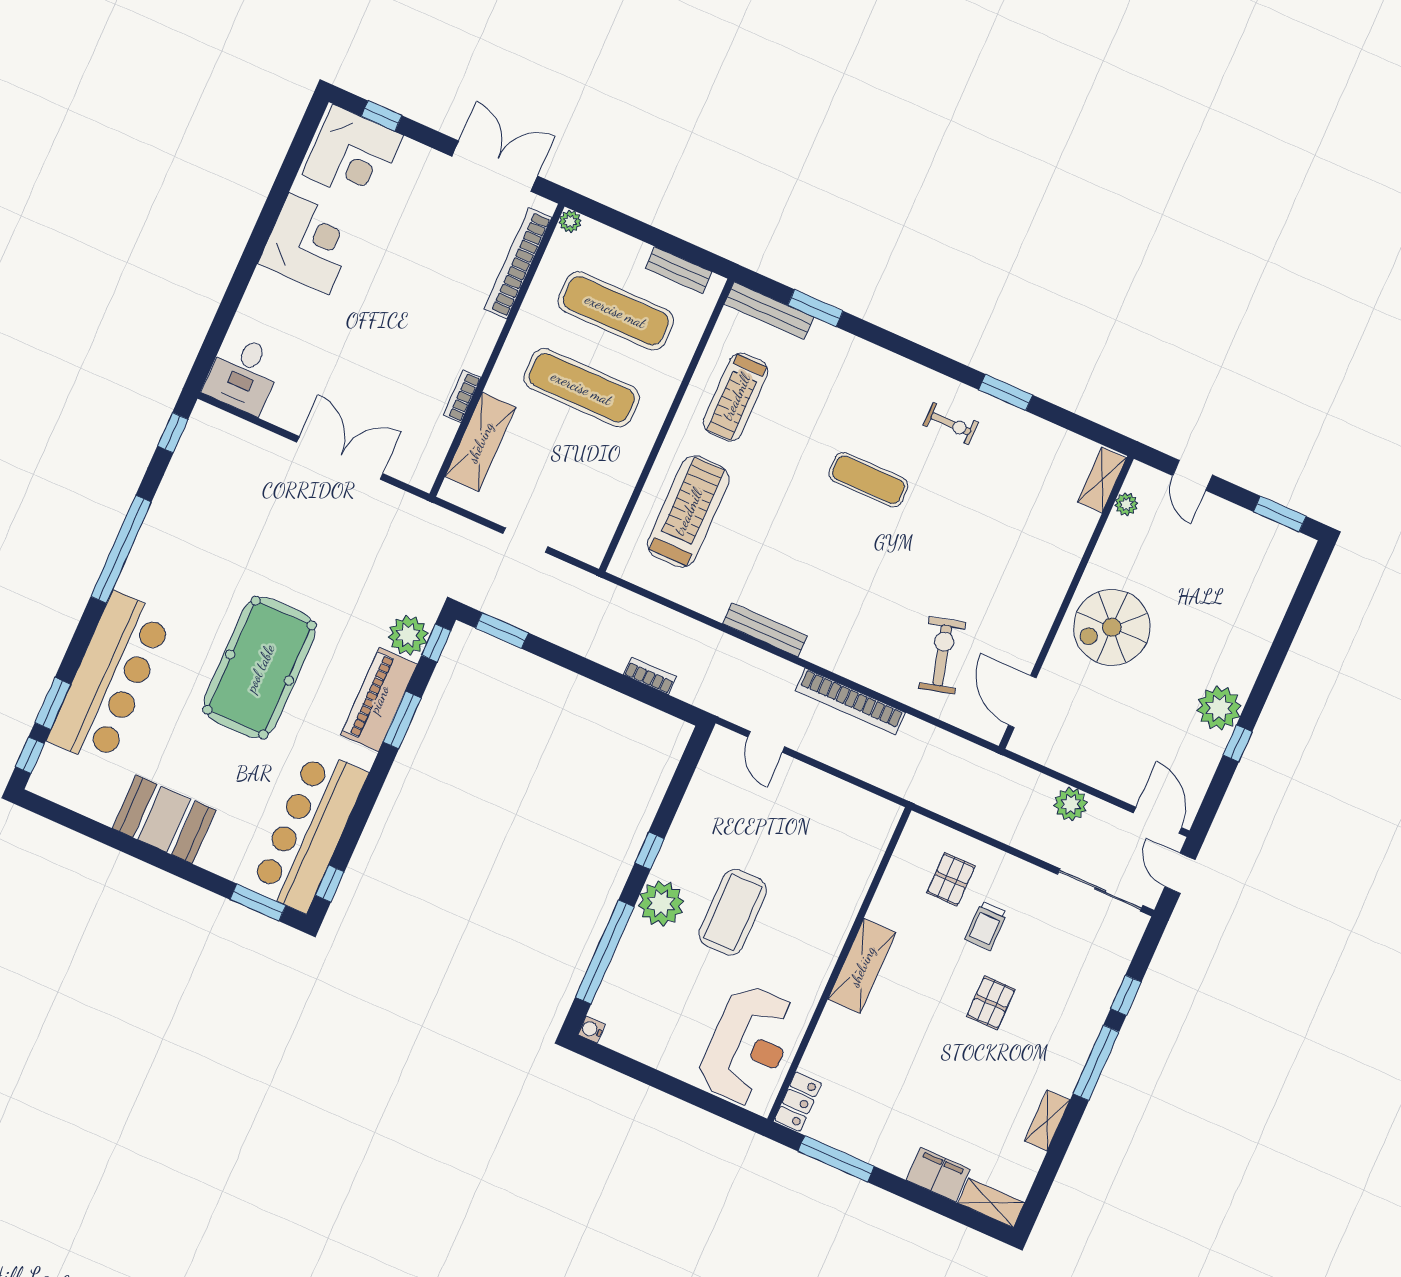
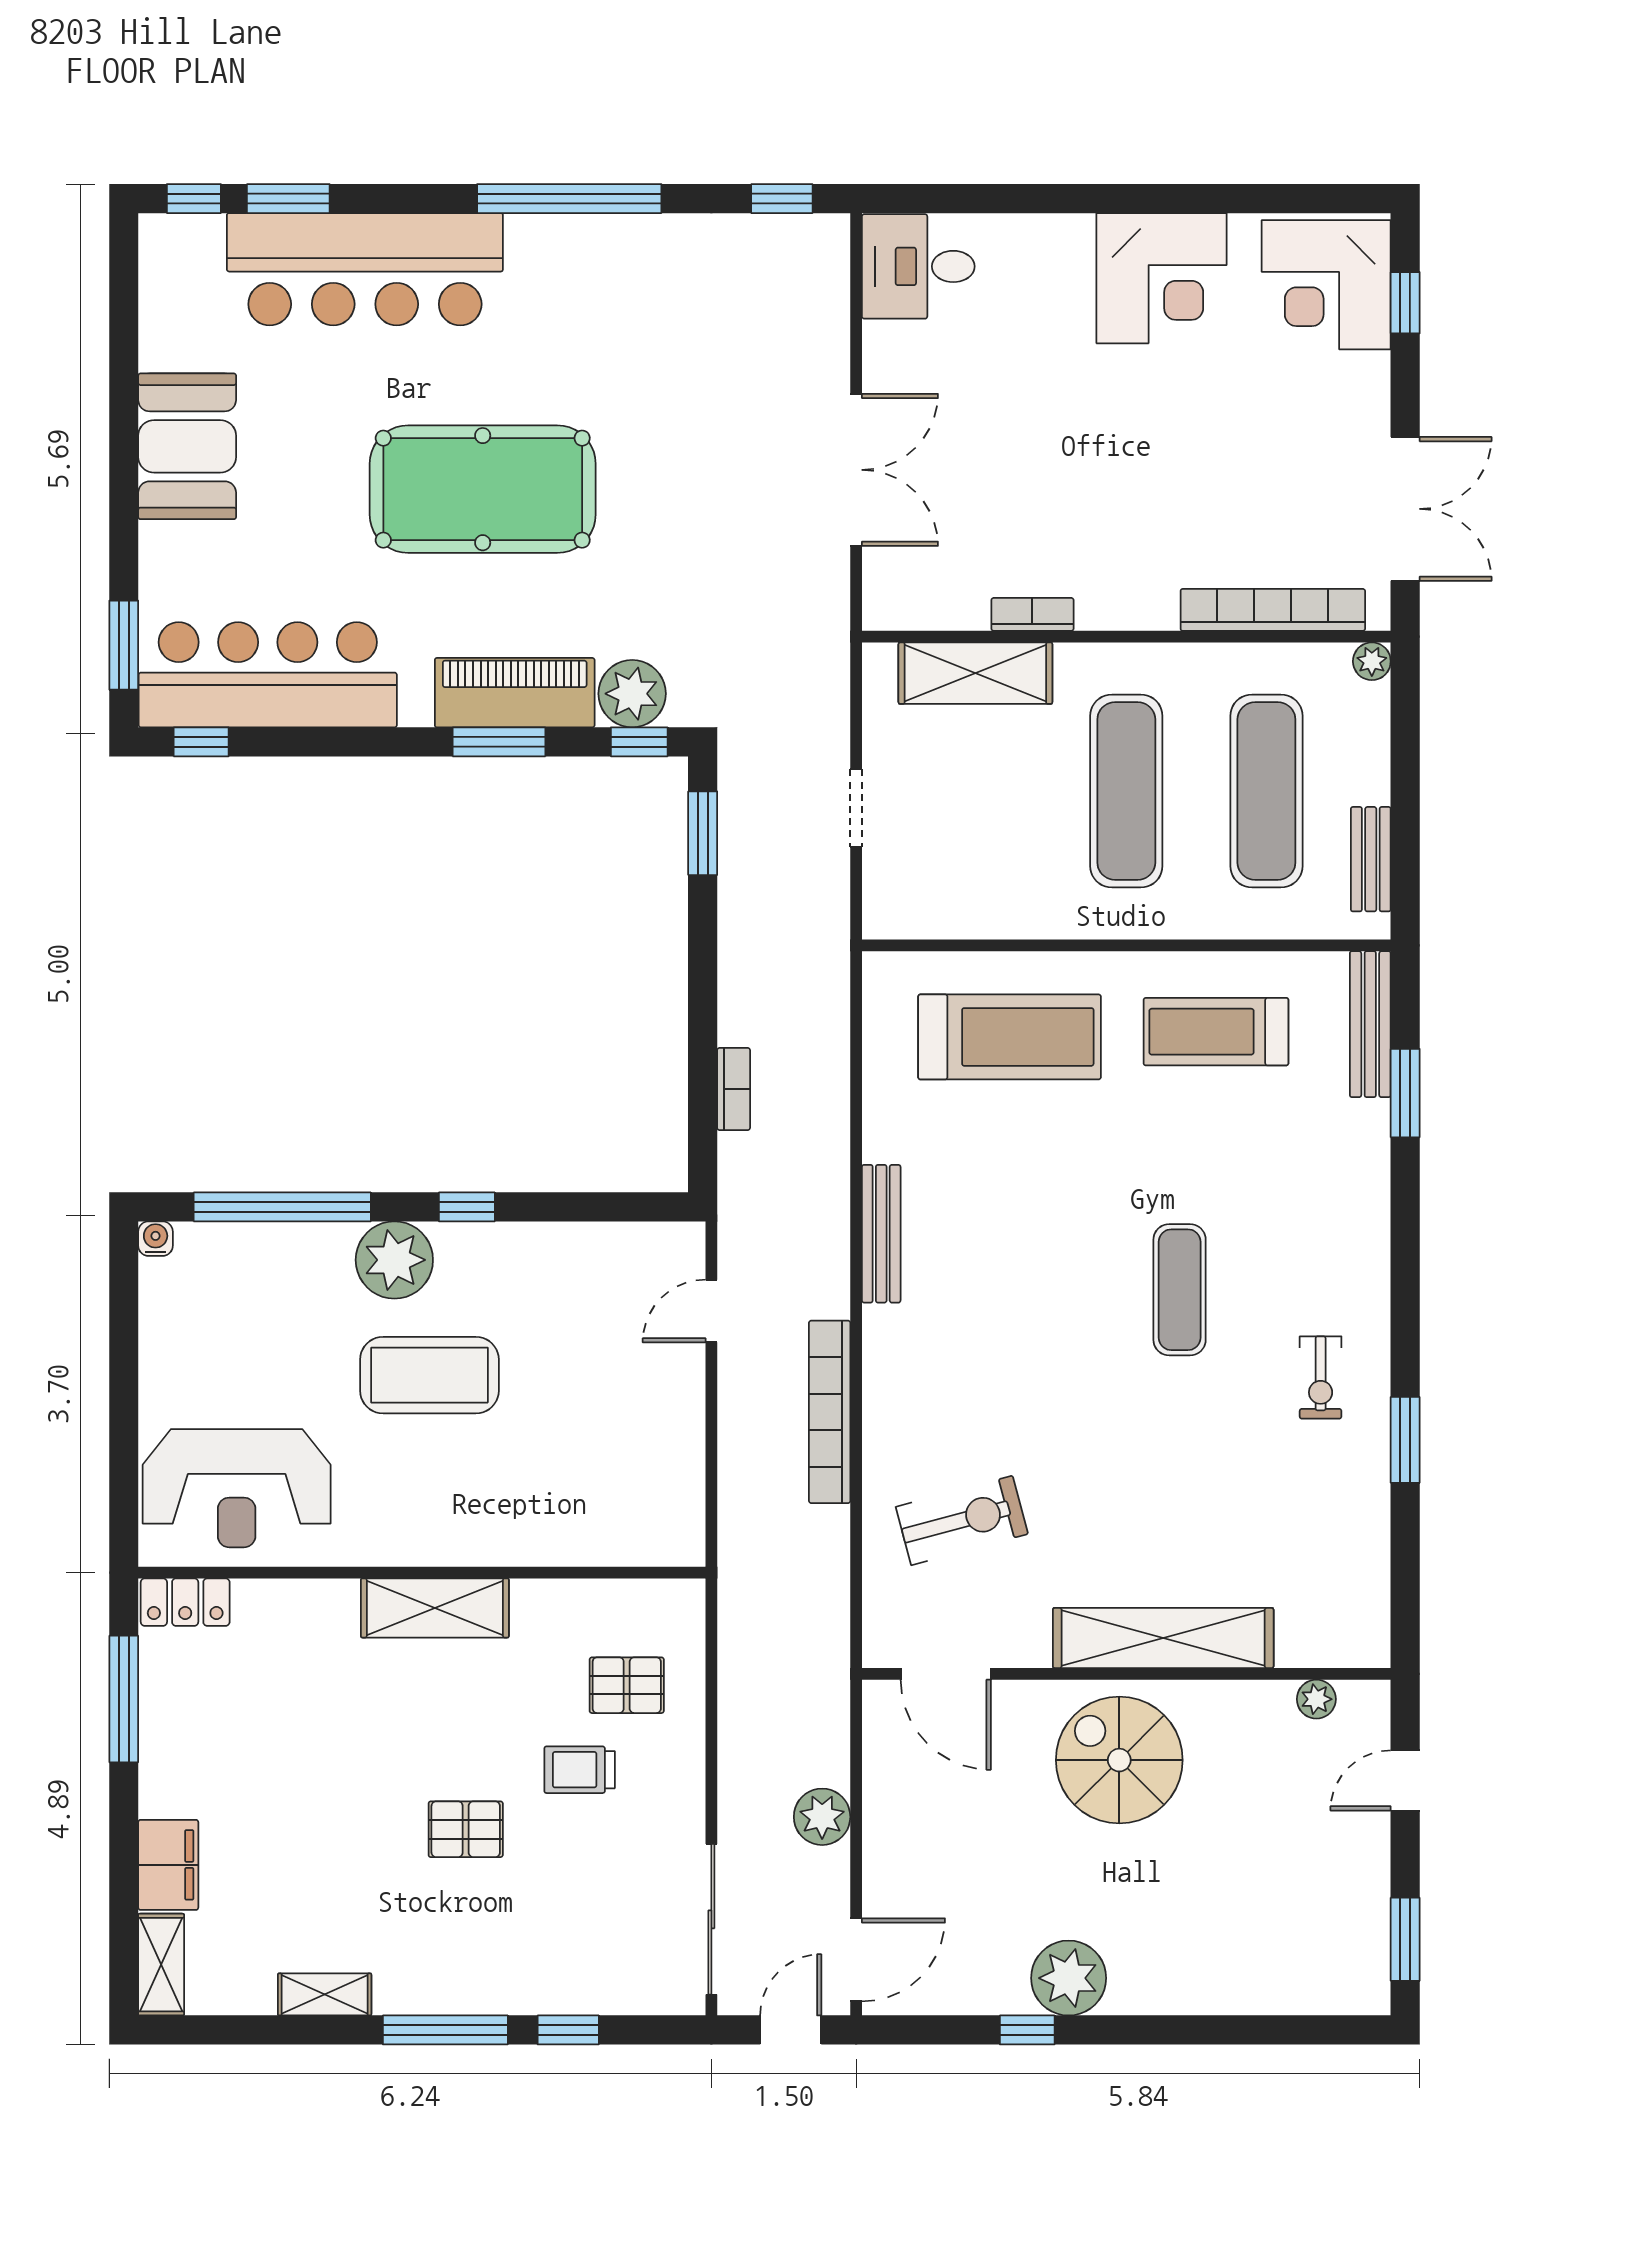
shelving: (1102, 480) -> (1163, 1638), moved, width x2.20, depth x1.33
door: (1022, 702) -> (946, 1674), swing flipped

